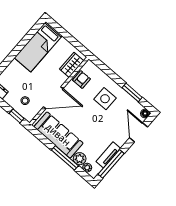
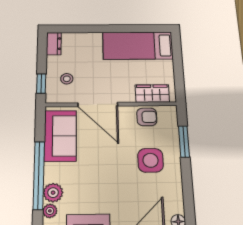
window: (132, 92) -> (184, 141), moved
sofa: (58, 135) -> (60, 136), width x0.73
window: (65, 158) -> (39, 175), width x1.46

